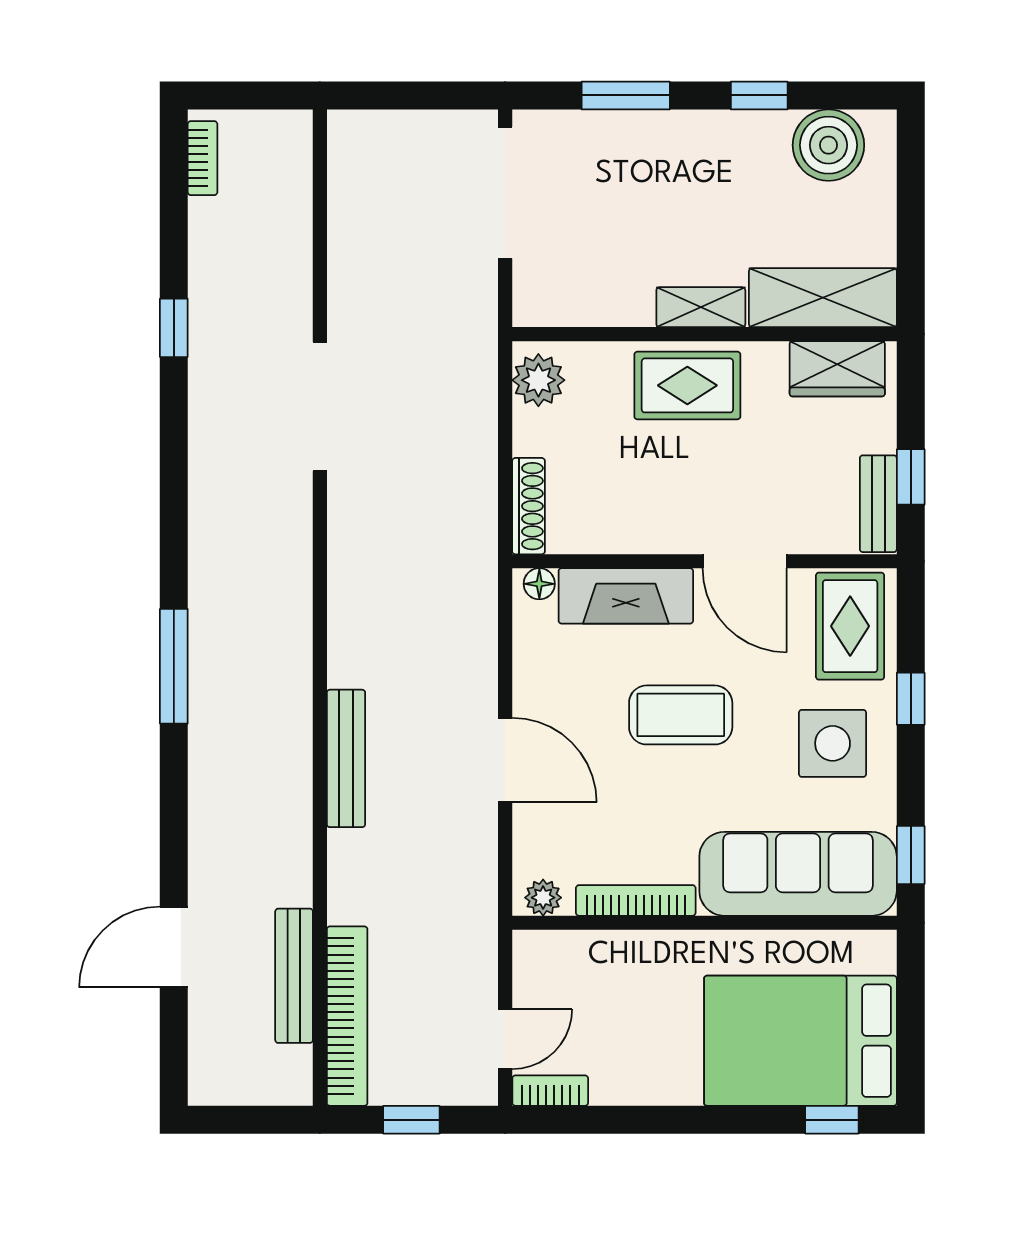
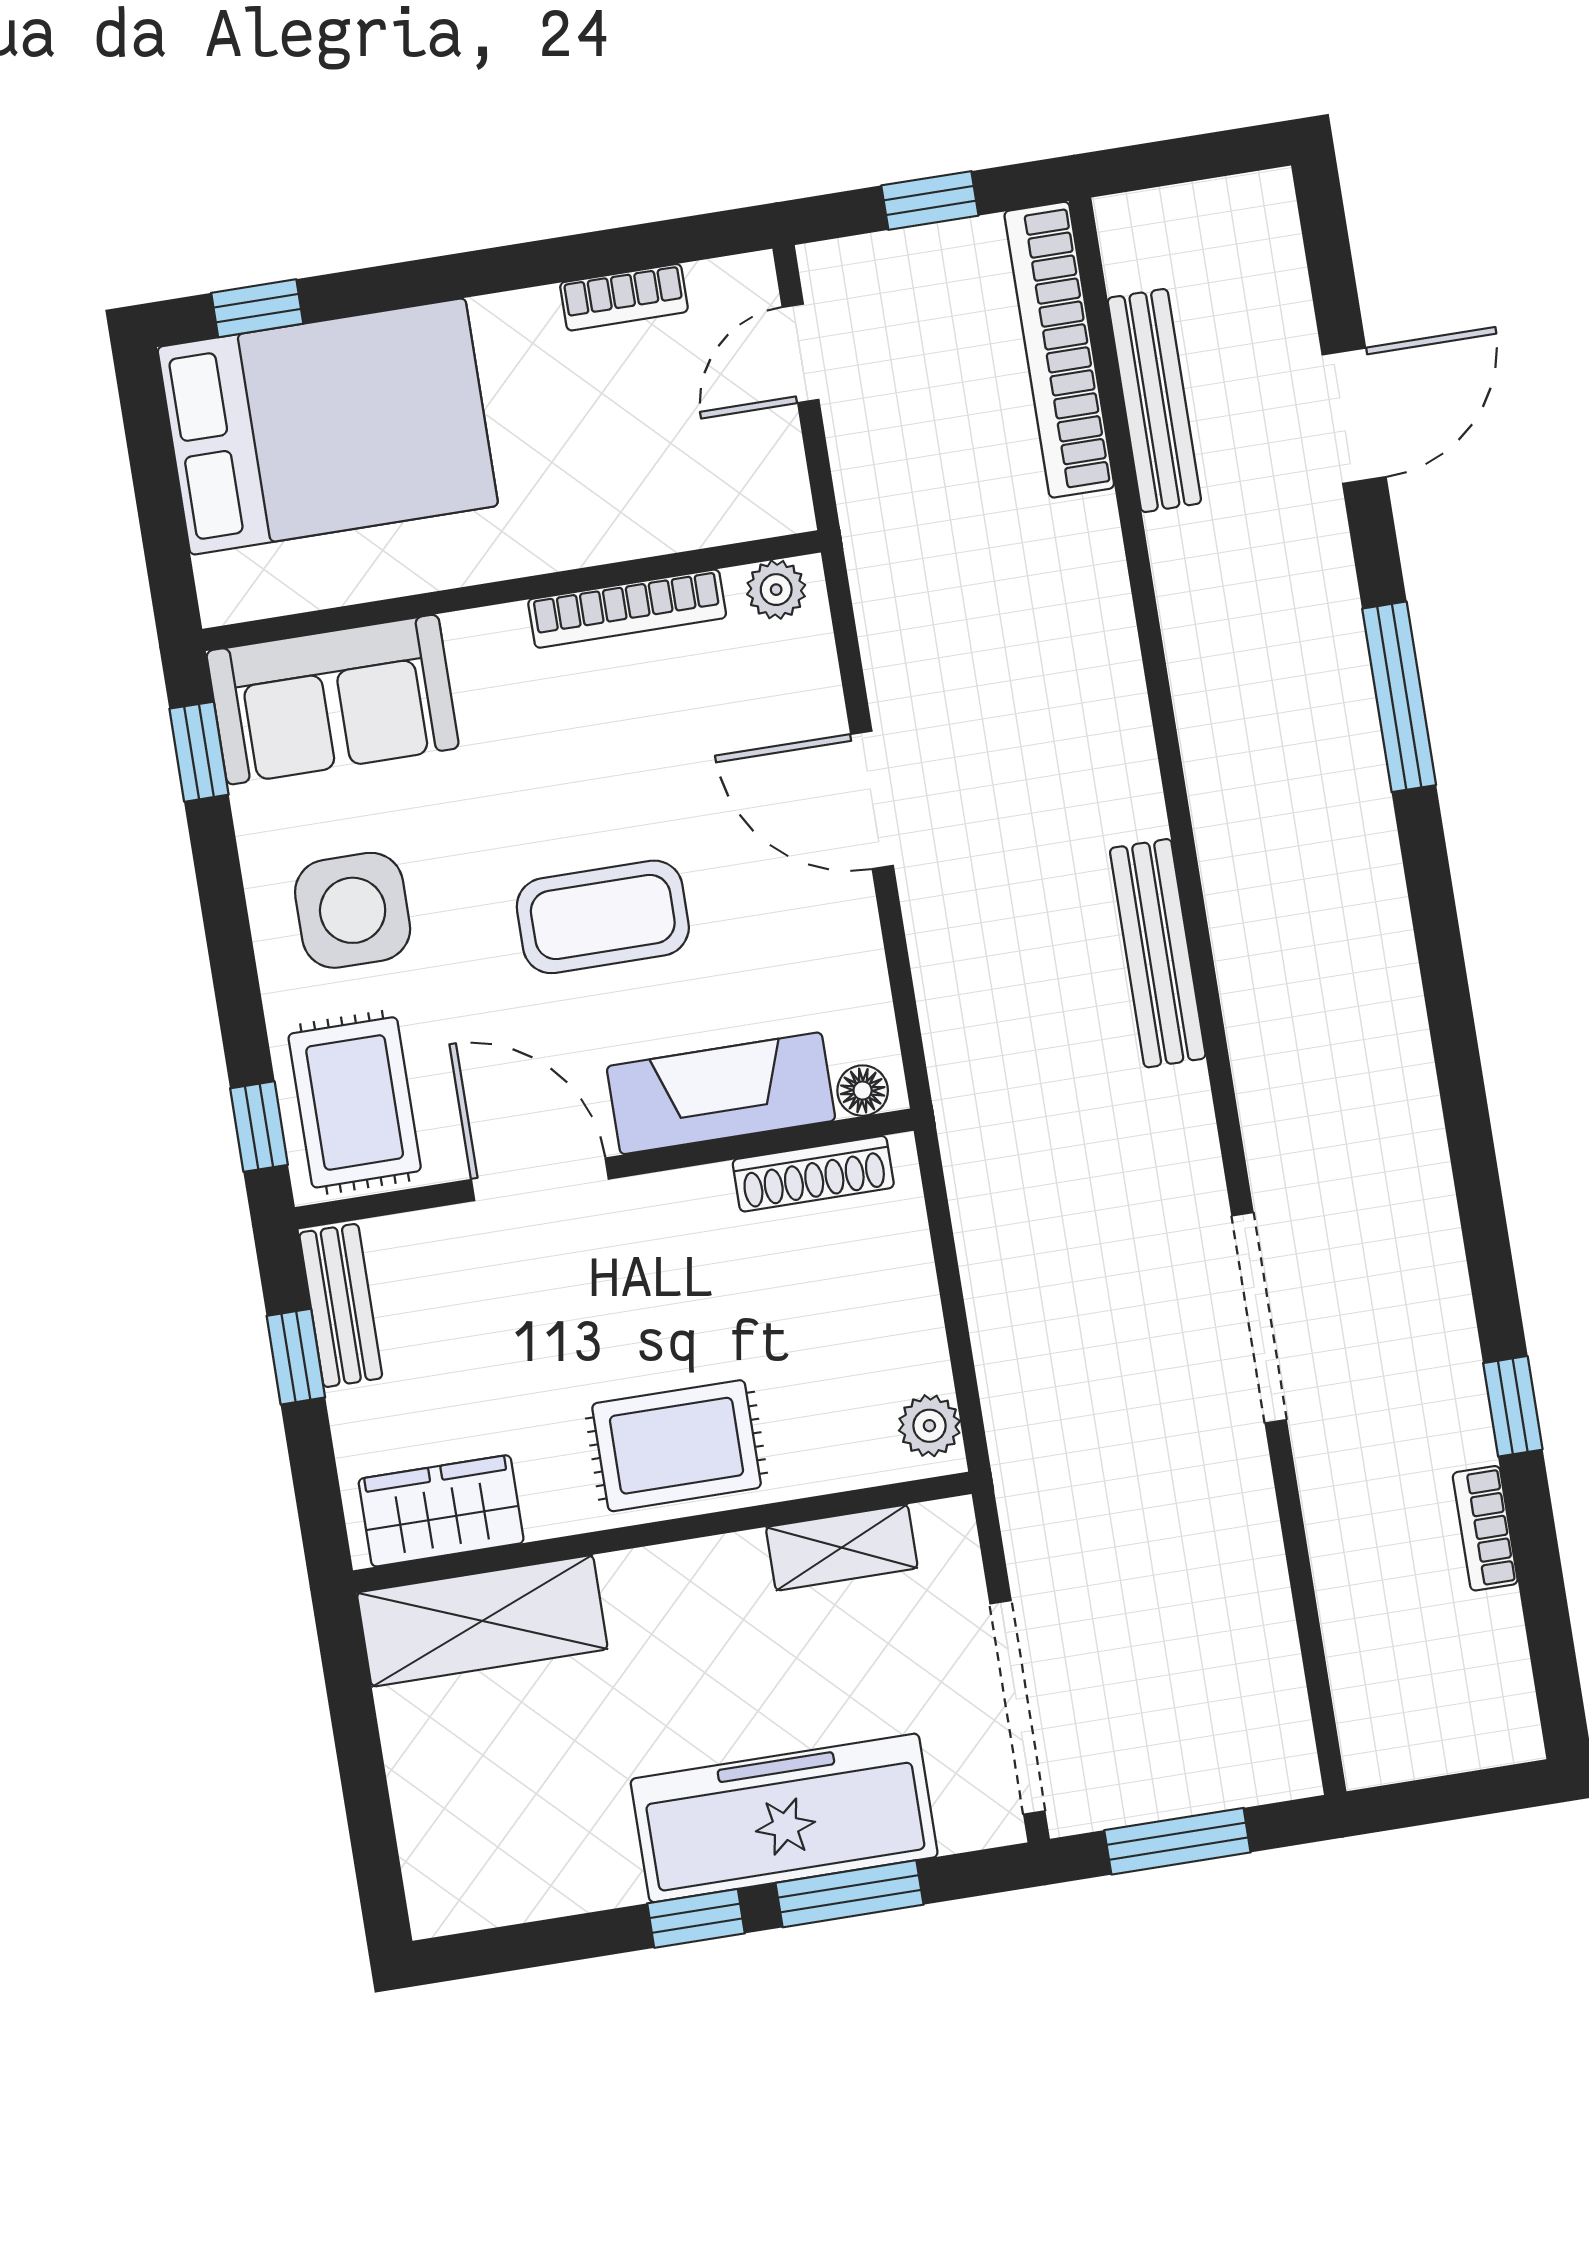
window: (421, 95) -> (1177, 1841), added
window: (759, 95) -> (696, 1918), moved
boiler: (828, 145) -> (512, 1866), removed
freezer: (658, 148) -> (784, 1818), added
bookcase: (203, 158) -> (1485, 1528), moved
shelving: (701, 307) -> (842, 1548), moved
plant: (538, 380) -> (929, 1426), width x0.73, depth x0.73
shoe rack: (528, 506) -> (813, 1174), moved, turned -90
window: (174, 666) -> (1399, 697), moved
window: (911, 699) -> (259, 1127), moved
bench: (346, 758) -> (1158, 953), moved
sofa: (798, 874) -> (333, 700), width x0.73
bookcase: (550, 1091) -> (624, 297), moved

